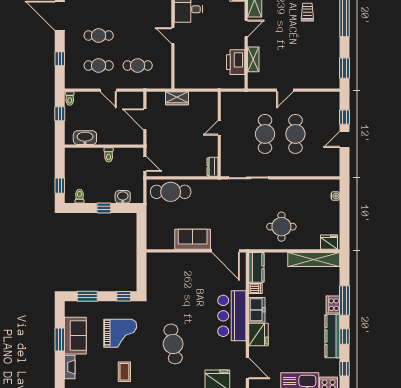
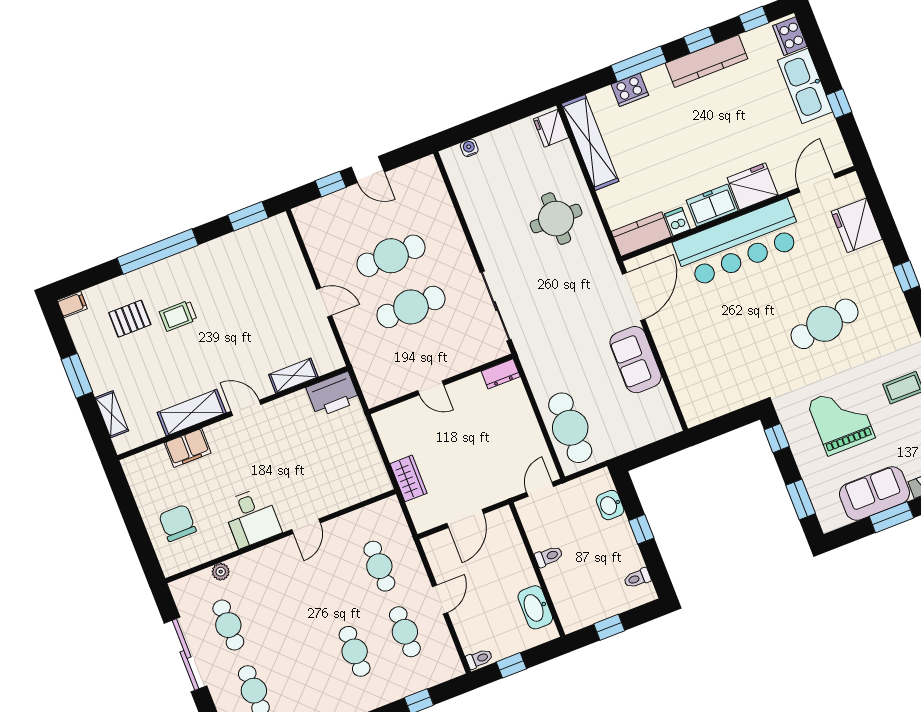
printer: (236, 62) -> (333, 394), moved
window: (60, 186) -> (609, 627), moved
cooker: (333, 305) -> (630, 90), moved
bar counter: (232, 316) -> (739, 243), width x1.36

